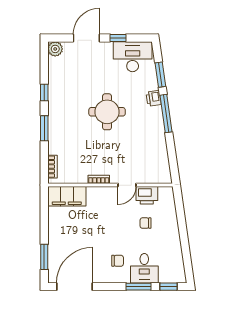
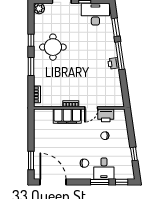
printer: (154, 98) -> (113, 63), moved
round table: (107, 112) -> (53, 47), moved
filing cabinet: (67, 196) -> (67, 116), moved
window: (185, 248) -> (134, 154), added
door: (74, 287) -> (53, 182), hinge flipped

